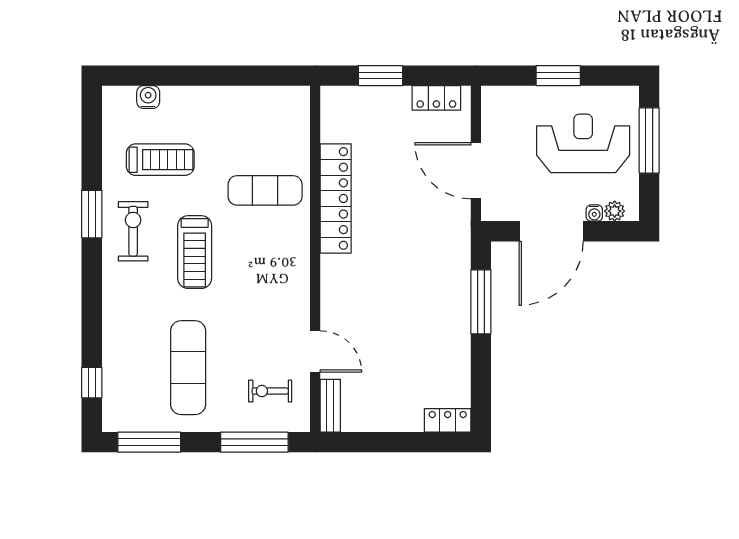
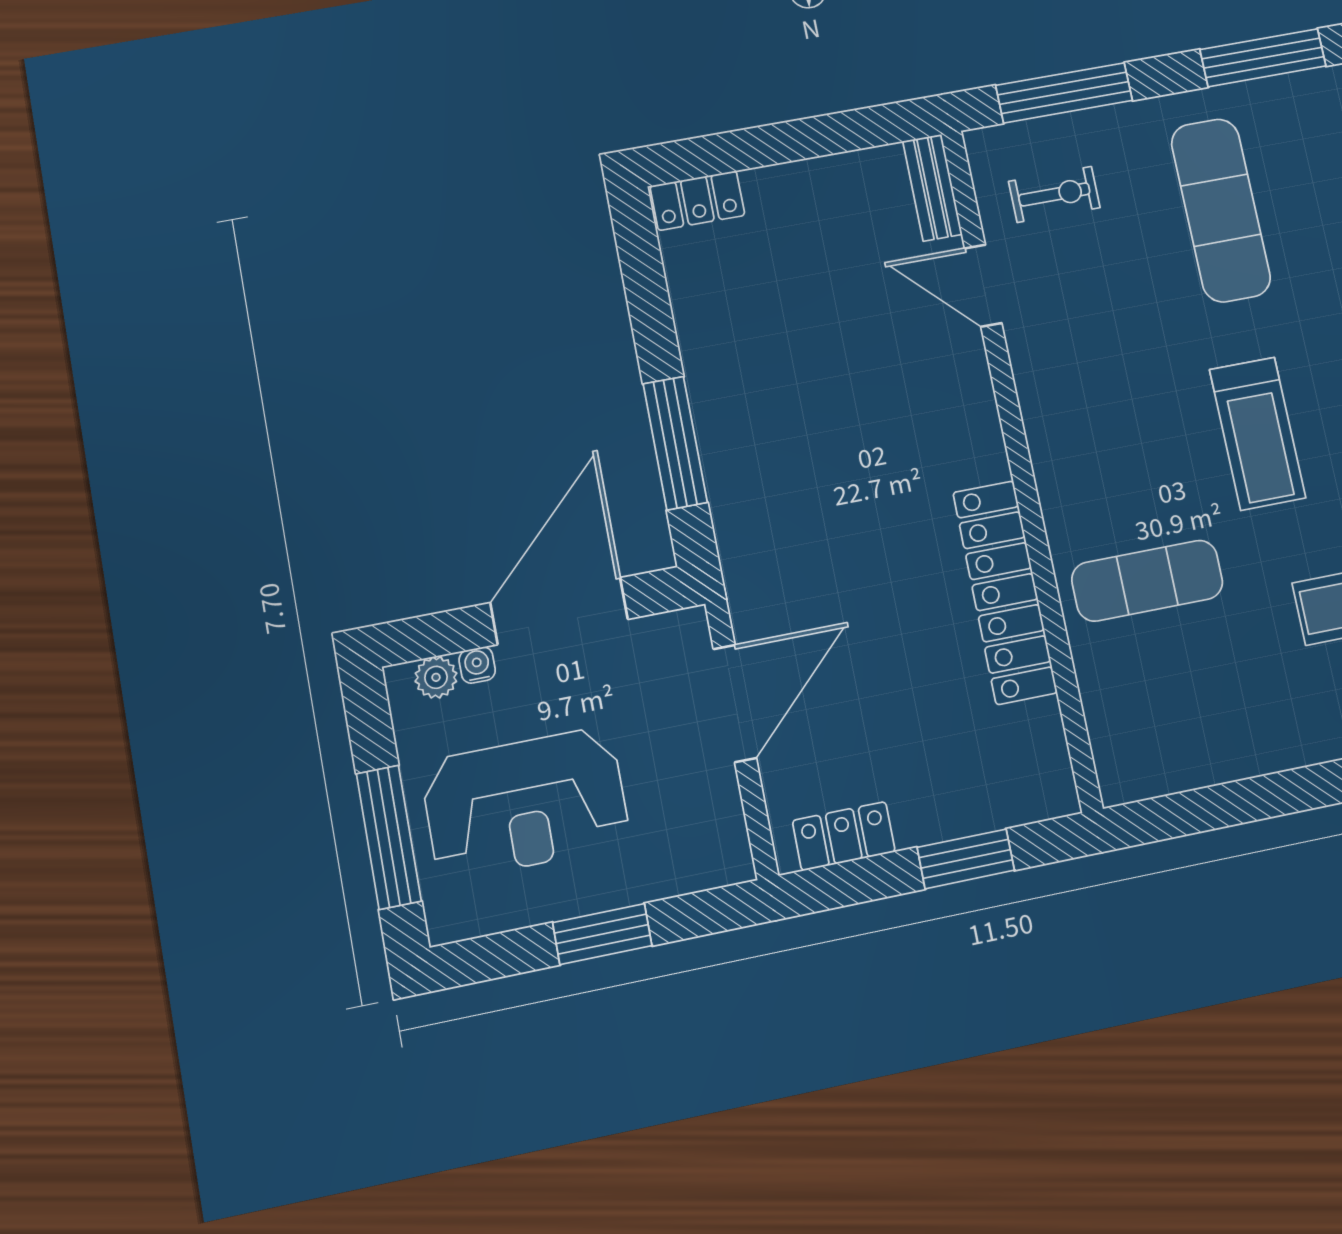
door: (476, 171) -> (735, 703), hinge flipped
treadmill: (195, 252) -> (1258, 434), turned 180

